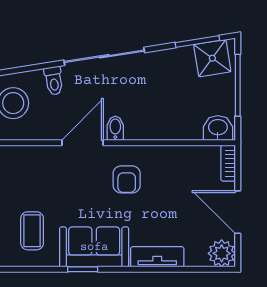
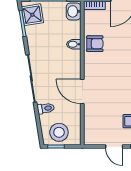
bidet: (115, 128) -> (74, 44), moved
armchair: (127, 179) -> (95, 44), moved

